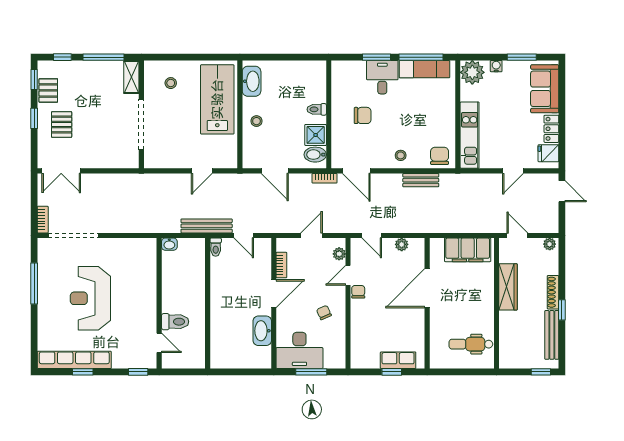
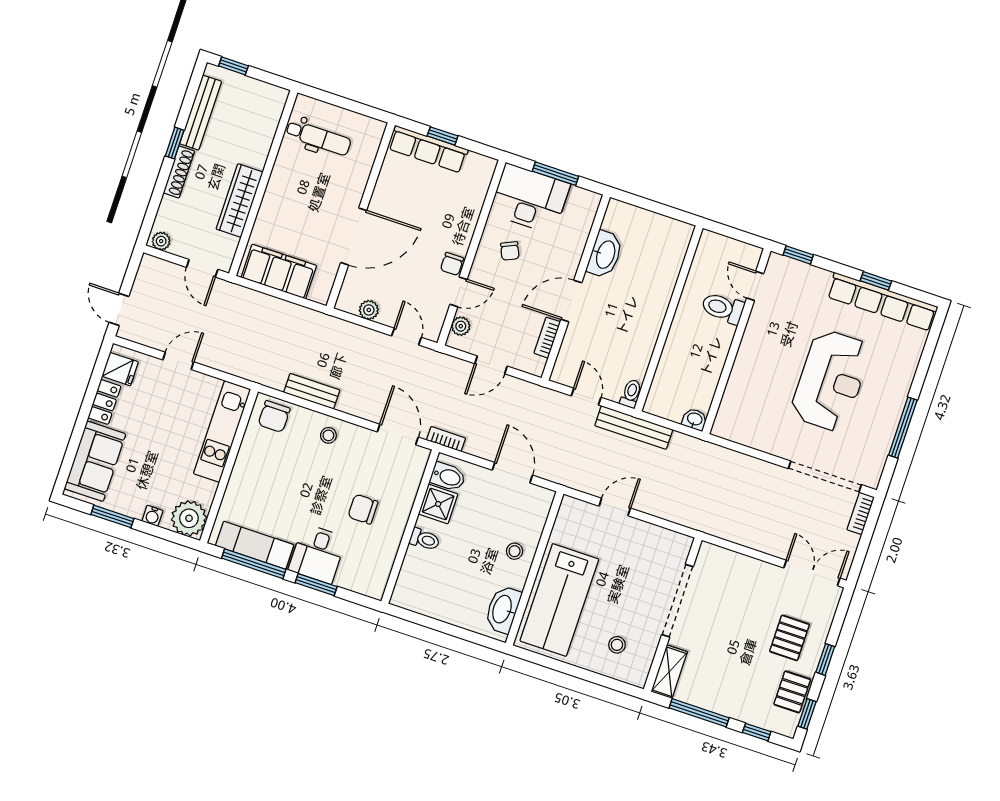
desk: (299, 350) -> (530, 199), moved
row of seats: (398, 360) -> (428, 149), width x1.48

